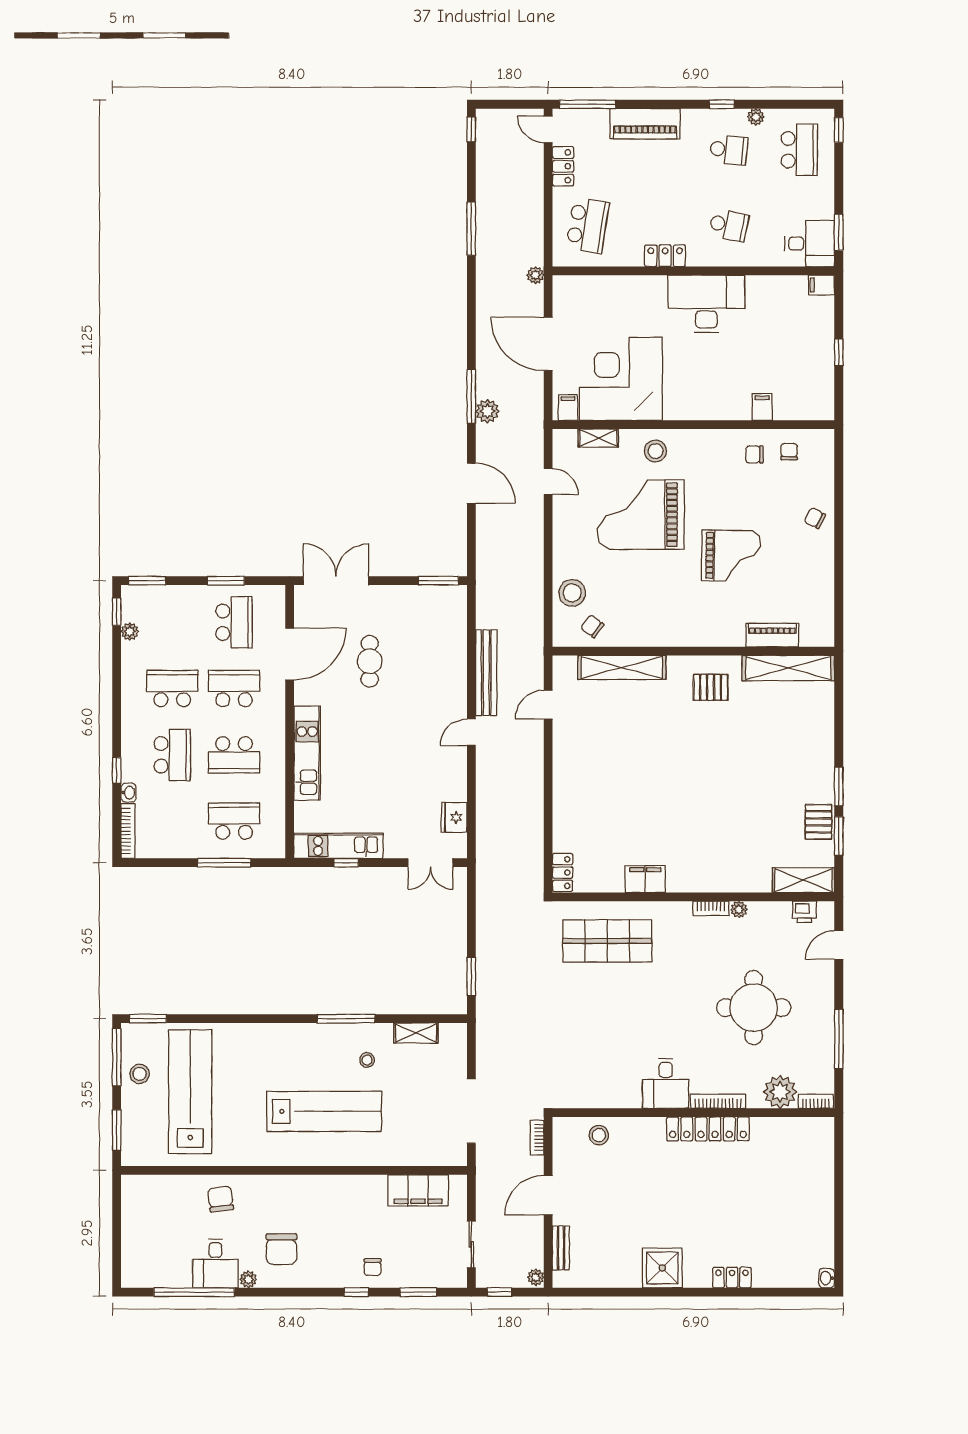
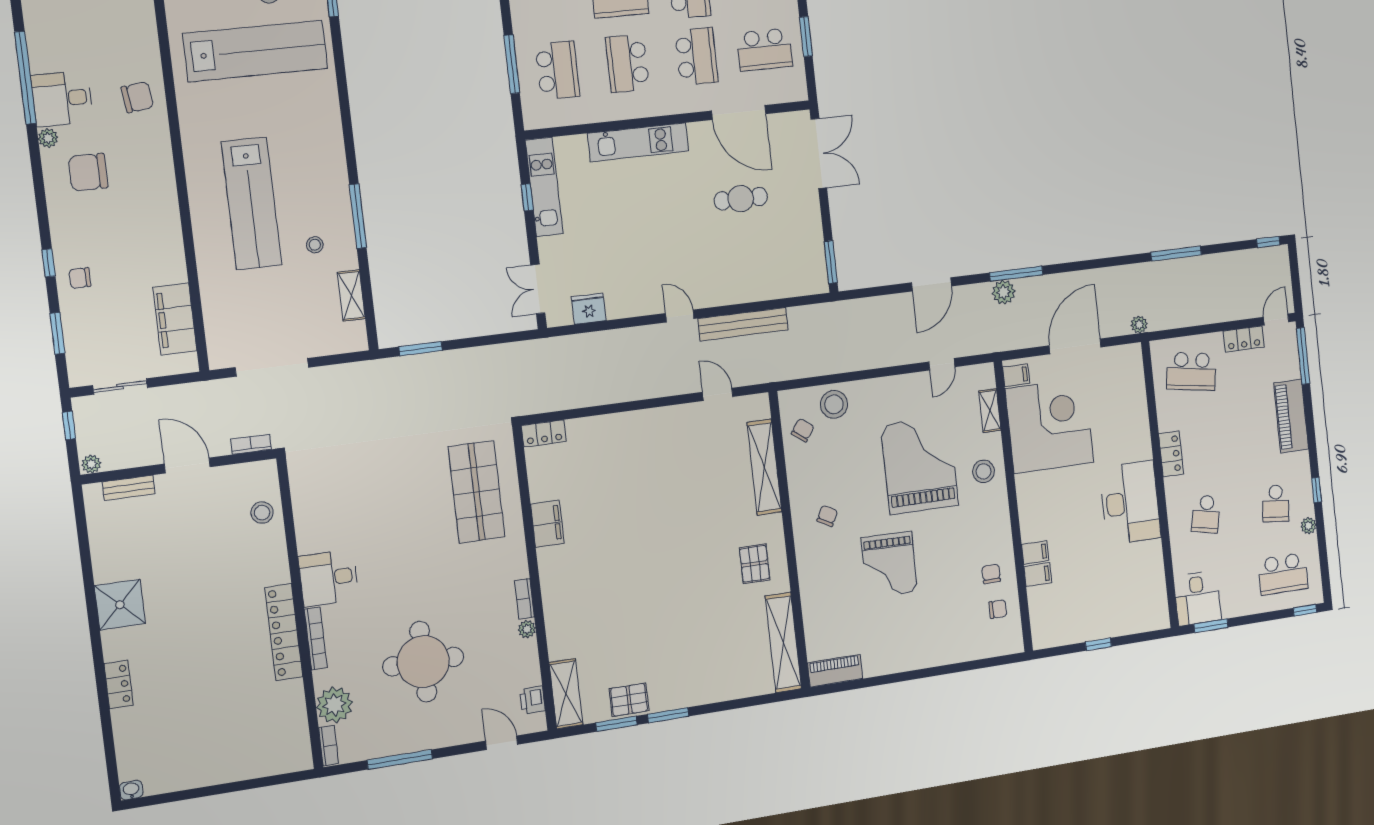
filing cabinet: (821, 285) -> (1035, 552), moved, turned 90
chair: (815, 518) -> (827, 516), moved
piano: (772, 635) -> (835, 671), moved, turned -90

